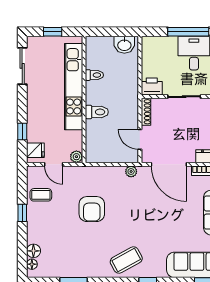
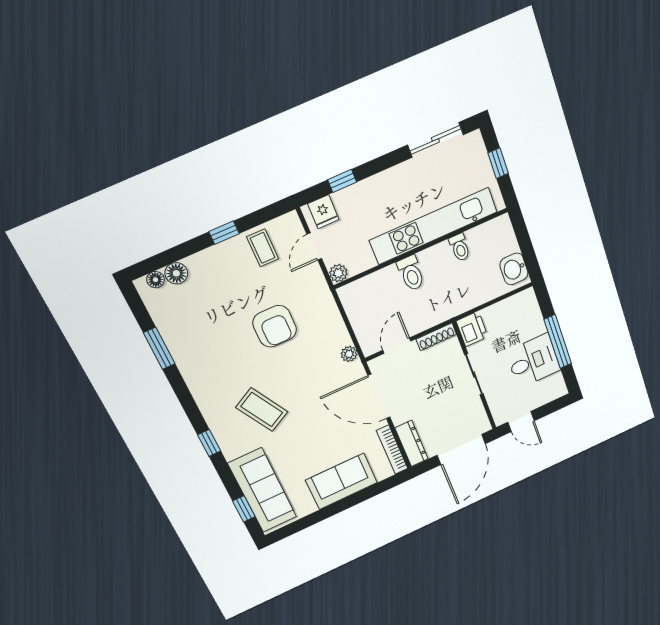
door: (169, 164) -> (379, 396), hinge flipped
armchair: (92, 209) -> (275, 326), turned -90
coffee table: (126, 260) -> (262, 410), moved

